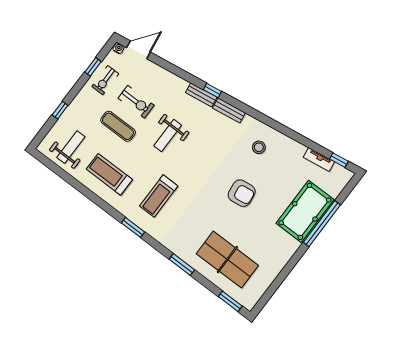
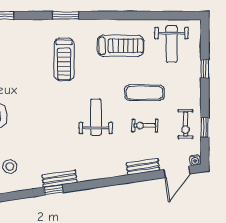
exercise bike: (105, 80) -> (186, 124), turned 180
window: (212, 91) -> (53, 190), moved
bench: (201, 95) -> (143, 167), moved
exercise bike: (136, 102) -> (145, 126), width x0.73, depth x0.72
treadmill: (159, 196) -> (64, 59), turned 180

